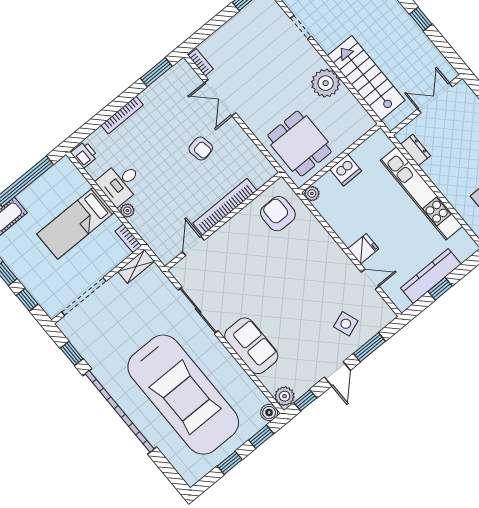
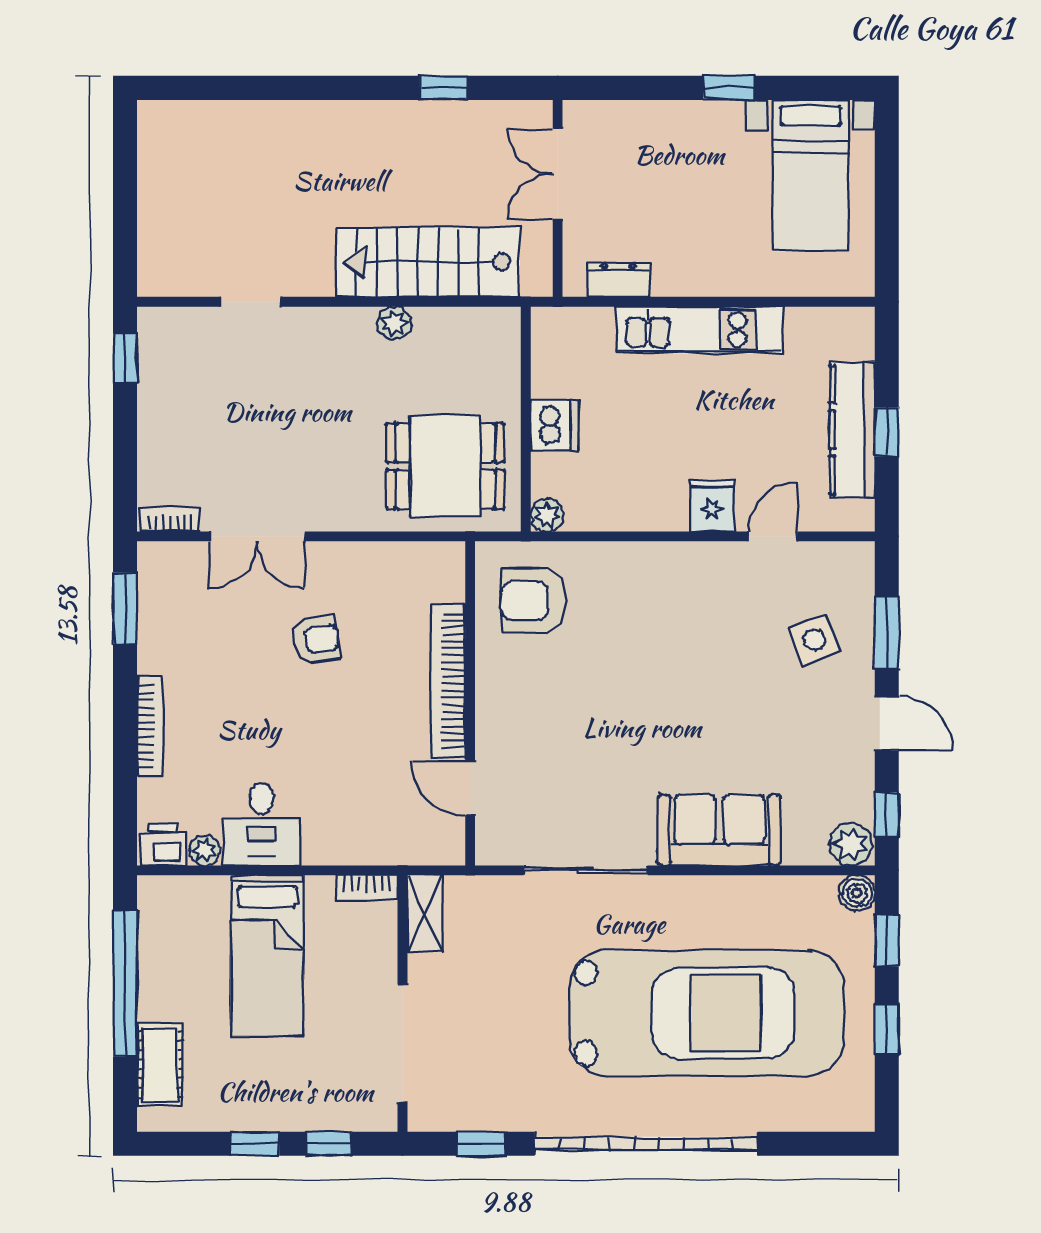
window: (421, 19) -> (444, 88), moved
plant: (326, 83) -> (394, 323), width x0.53, depth x0.53
kitchen unit: (421, 193) -> (700, 330), width x0.73
plant: (127, 211) -> (205, 850), moved

